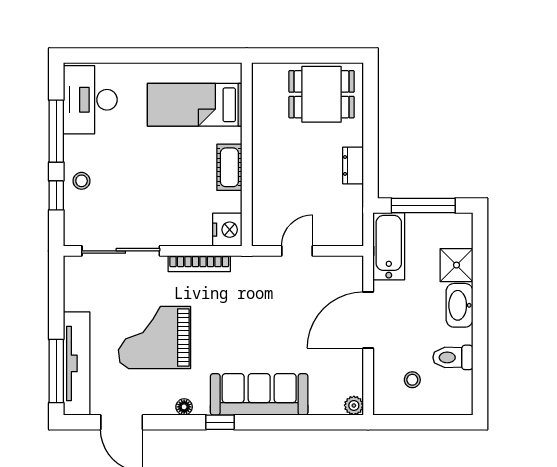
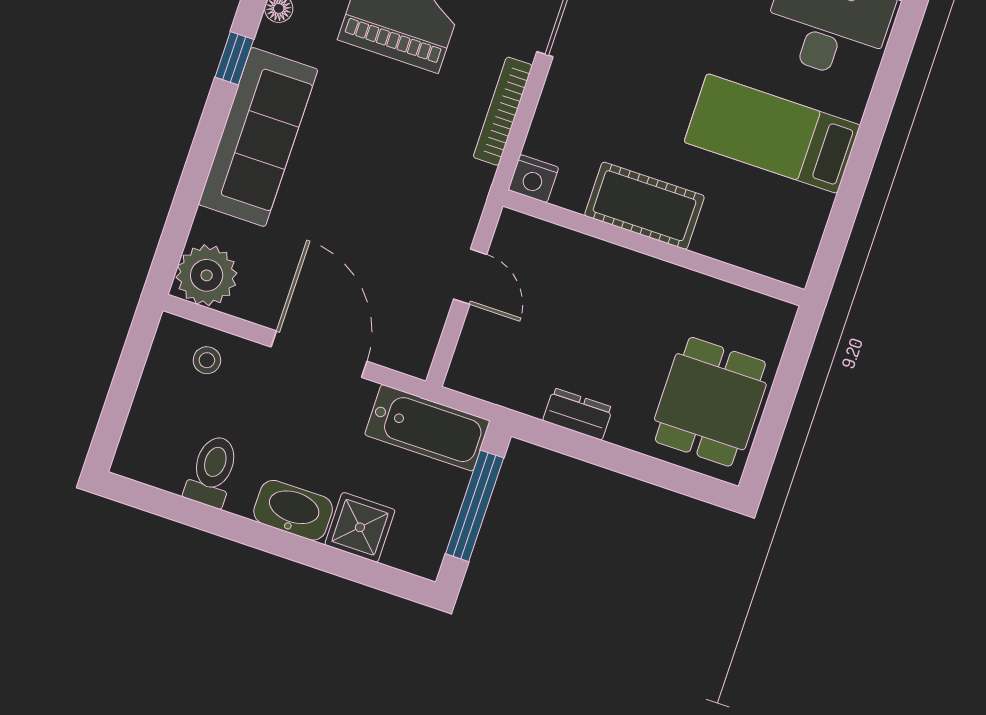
bed: (195, 105) -> (772, 134), moved, turned -90
cot: (229, 167) -> (645, 206), width x1.37, depth x1.34
nightstand: (227, 230) -> (533, 179), width x0.74, depth x0.75
stool: (412, 380) -> (207, 360), moved
plant: (354, 405) -> (207, 275), width x1.87, depth x1.87

